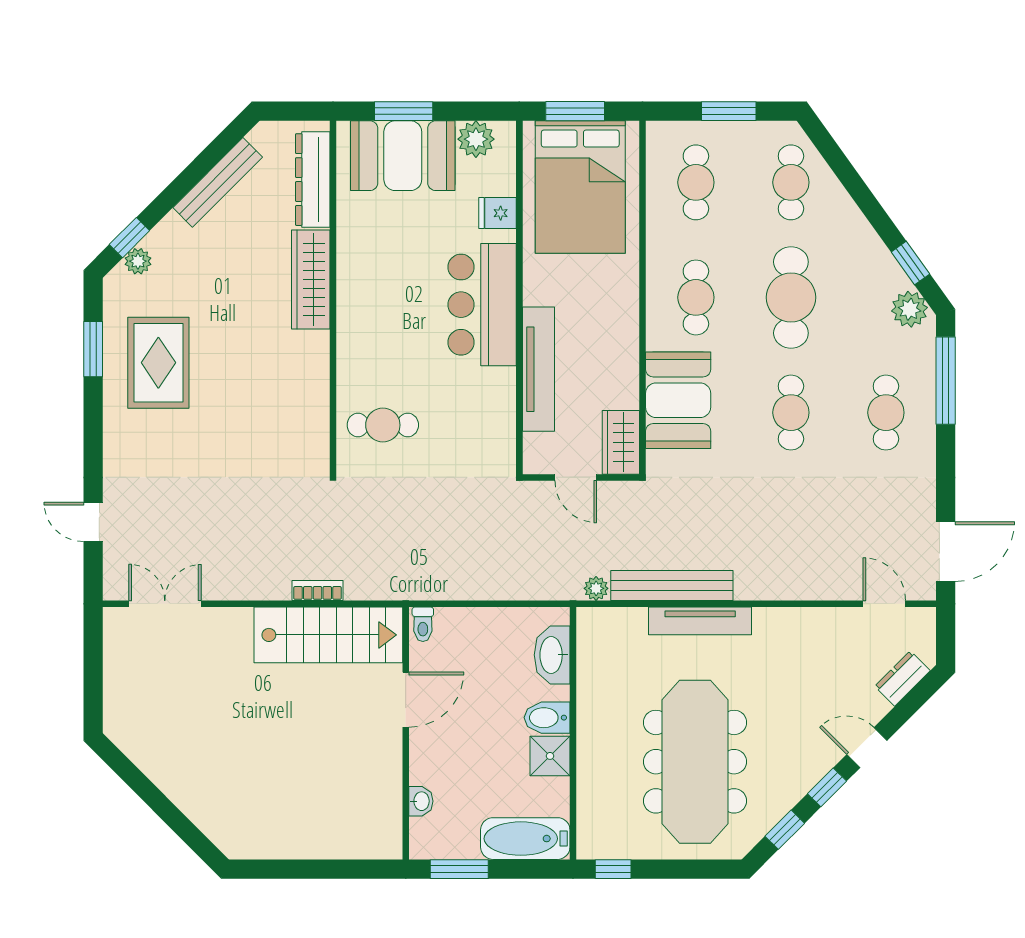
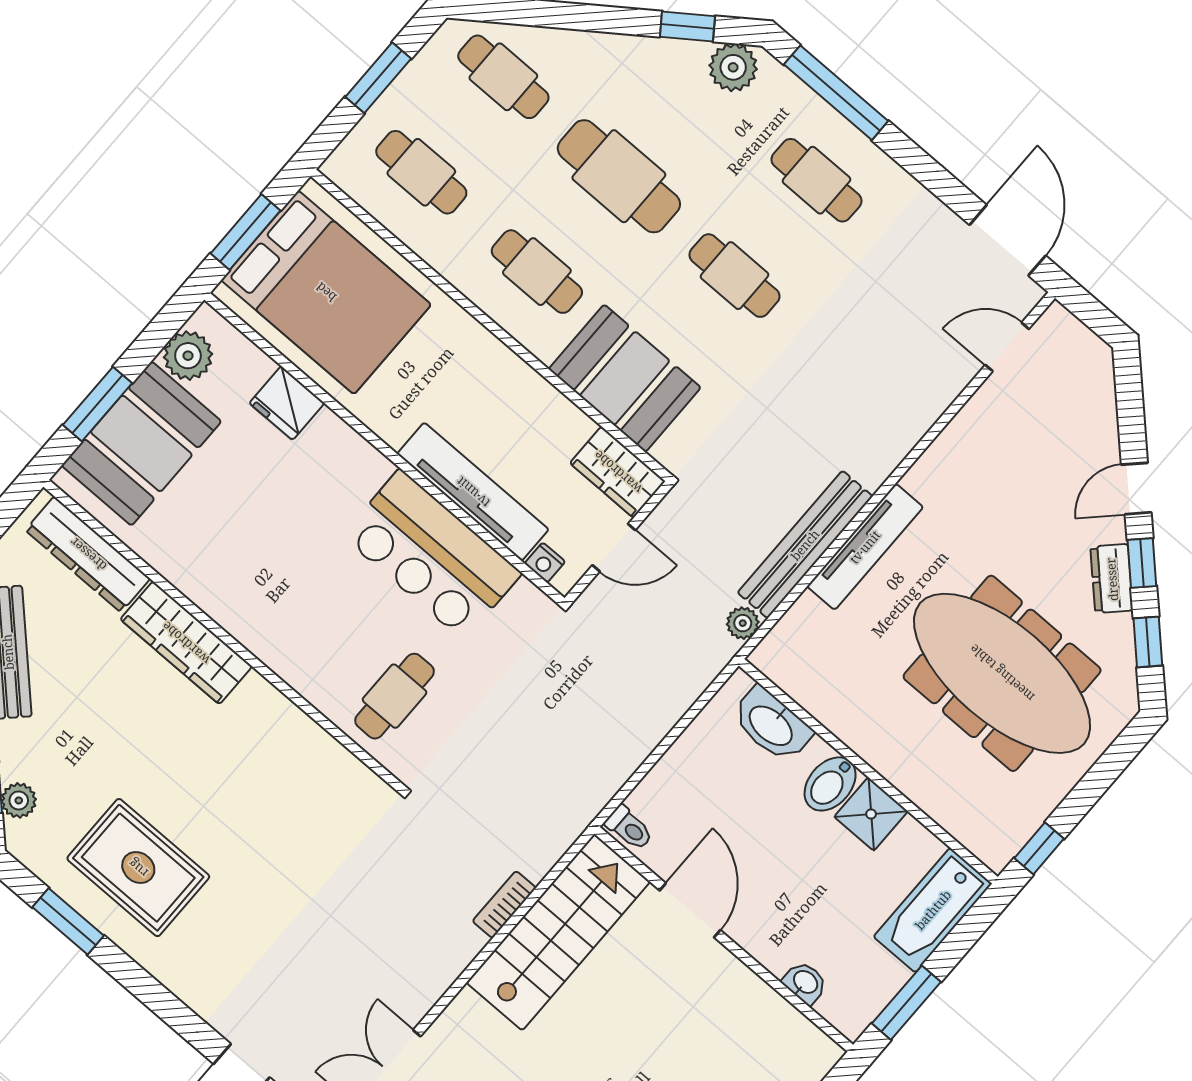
fridge: (498, 213) -> (287, 403), width x1.38
bar counter: (482, 305) -> (432, 555), moved
nightstand: (533, 445) -> (545, 563), added
dresser: (902, 678) -> (1112, 579), moved

